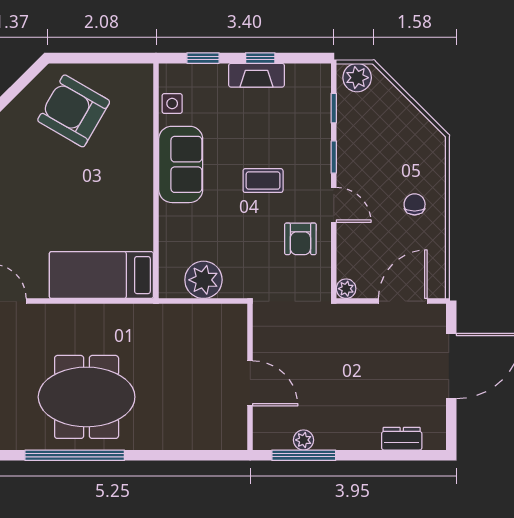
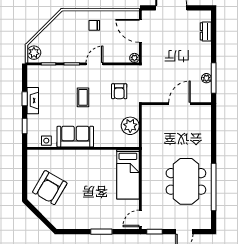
armchair: (300, 239) -> (119, 91), moved, turned 90

